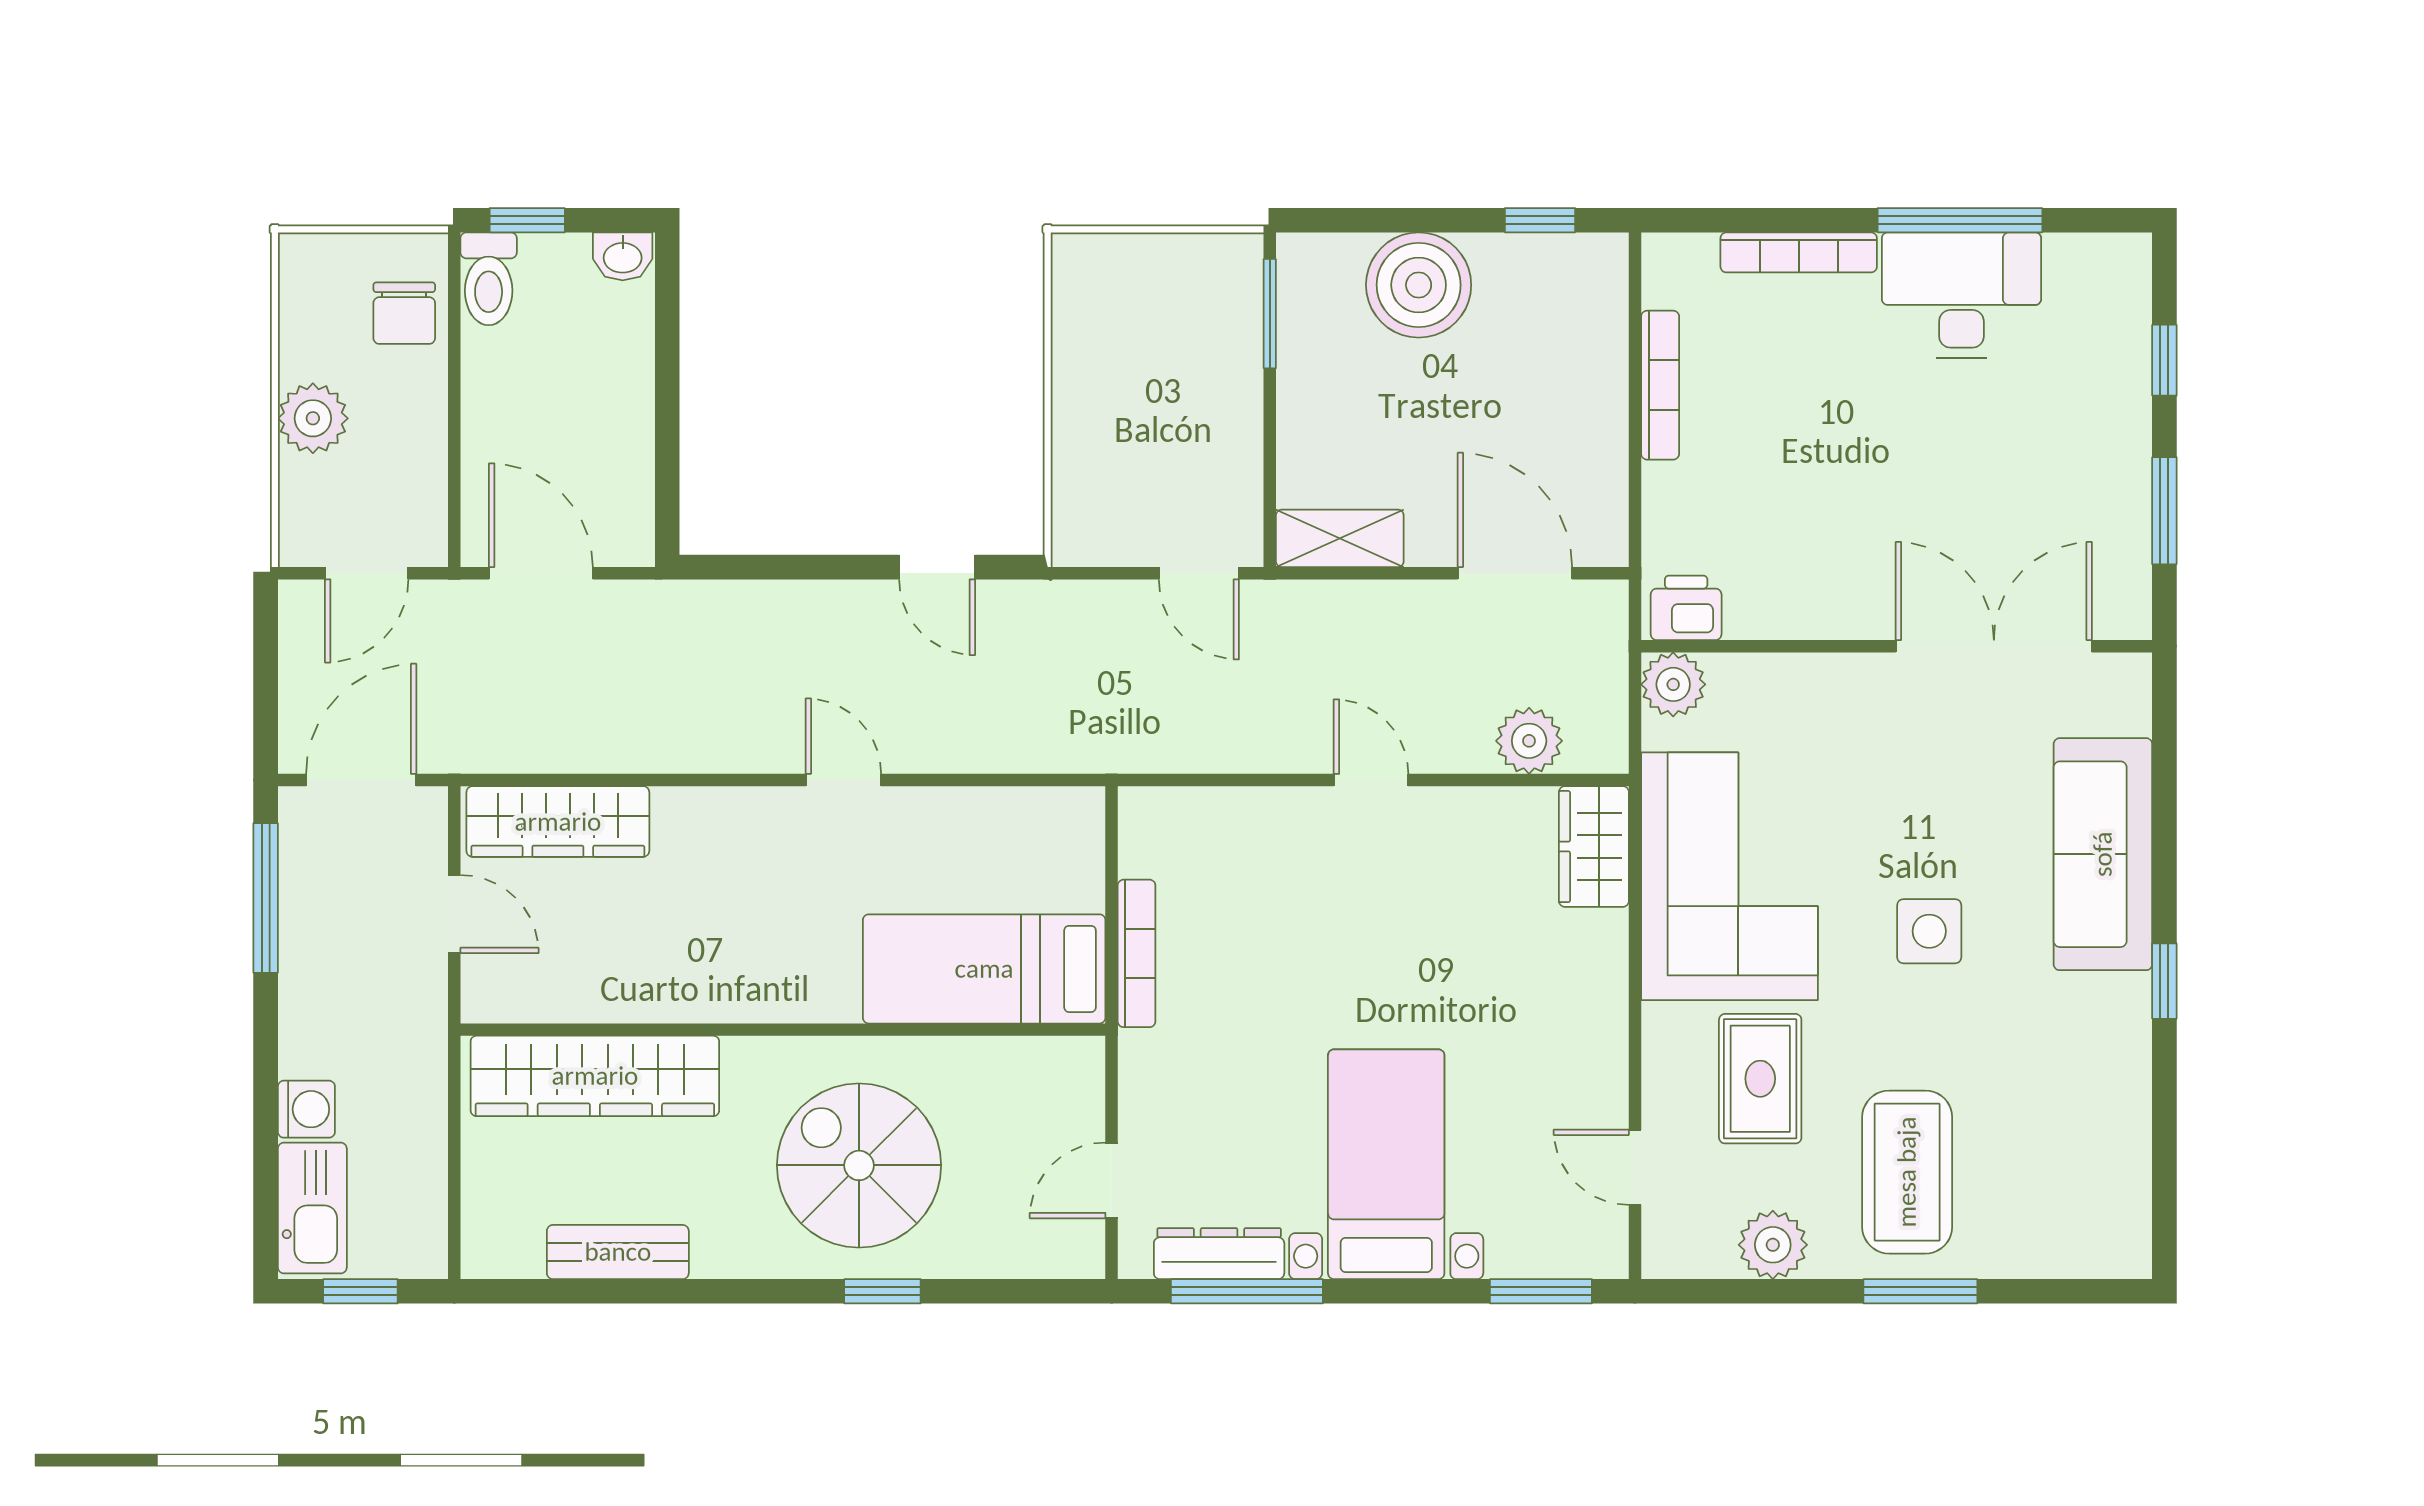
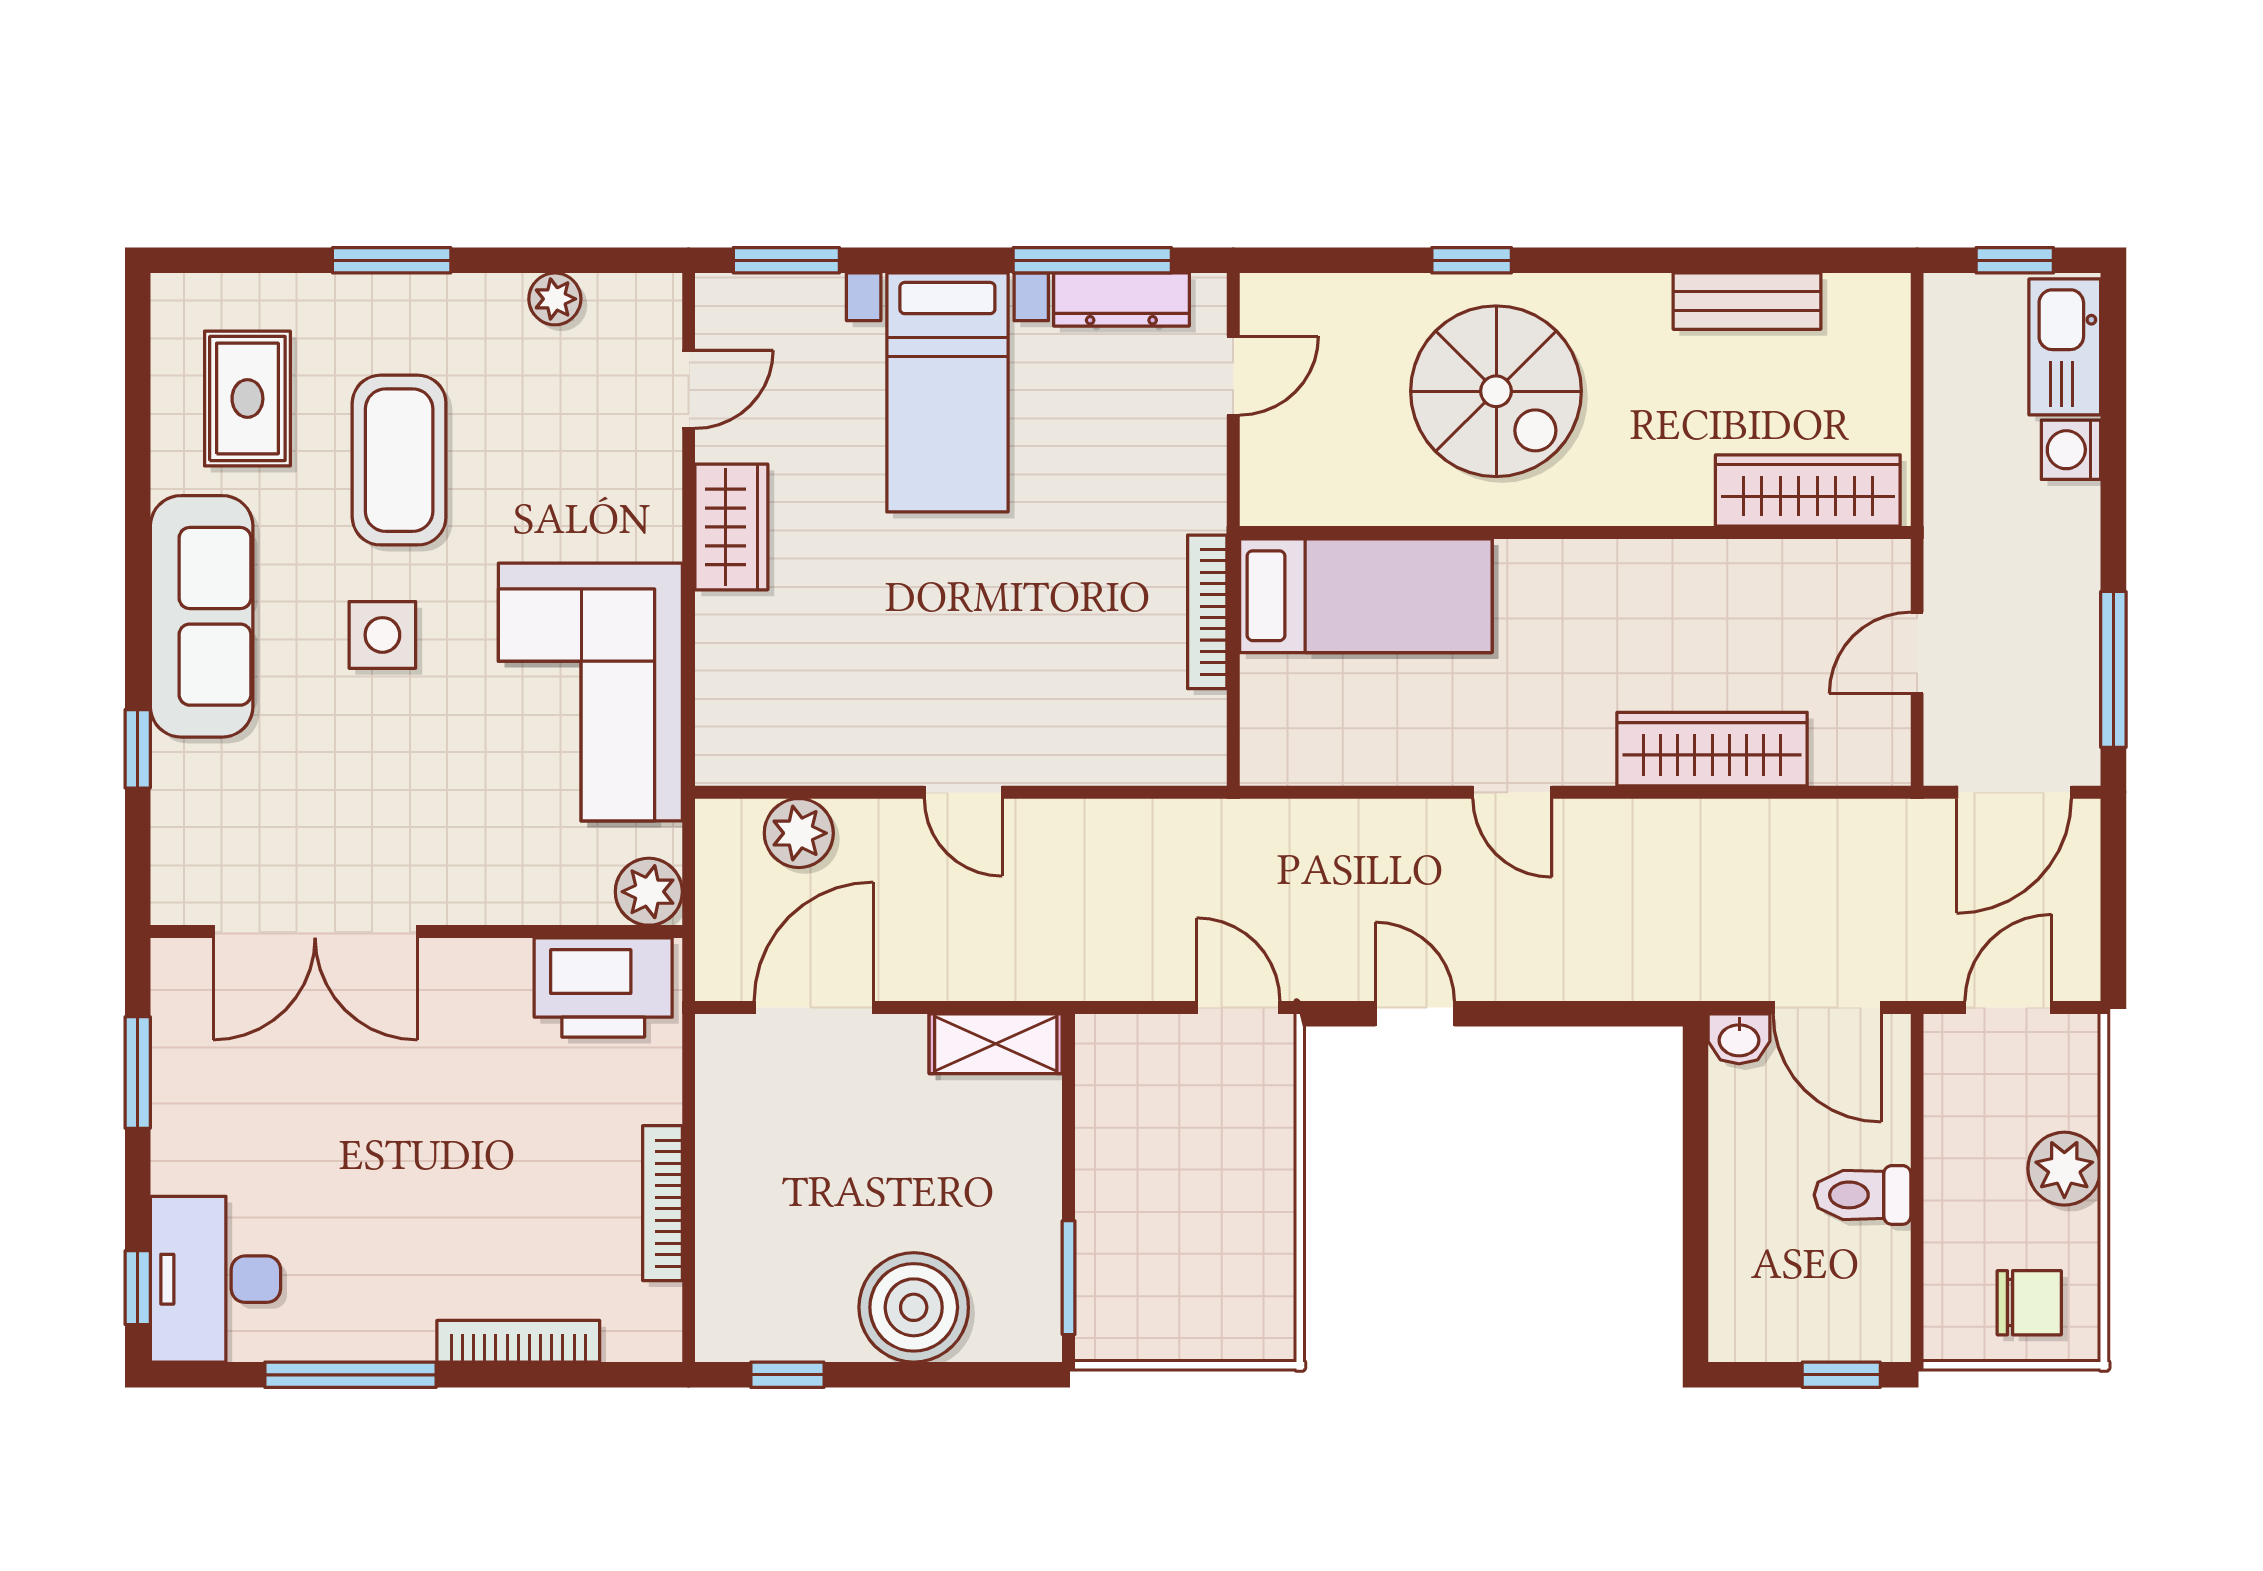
washbasin: (623, 256) -> (1739, 1039), moved, turned 180
toilet: (489, 279) -> (1862, 1195), moved, turned -90
desk: (1961, 295) -> (215, 1279), moved, turned 90
chair: (404, 313) -> (2029, 1303), moved, turned 90
window: (2164, 360) -> (138, 1288), moved
door: (1199, 573) -> (1238, 1007), moved
door: (1515, 573) -> (814, 1007), swing flipped
printer: (1686, 608) -> (603, 987), width x1.87, depth x1.48
wardrobe: (558, 822) -> (1712, 749), moved
wardrobe: (1594, 847) -> (731, 527), moved
sofa: (2103, 854) -> (202, 616), moved
door: (454, 914) -> (1917, 653), hinge flipped
window: (2164, 981) -> (138, 749), moved
wardrobe: (595, 1076) -> (1808, 491), width x0.71, depth x0.85
rug: (1760, 1079) -> (247, 399), moved
door: (1635, 1167) -> (689, 389), hinge flipped
coffee table: (1907, 1172) -> (399, 460), moved
plant: (1773, 1245) -> (555, 299), width x0.73, depth x0.73

